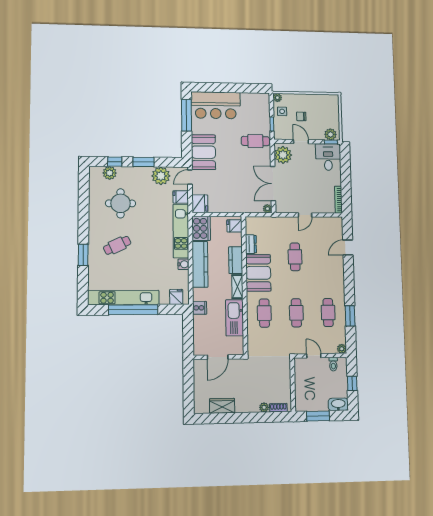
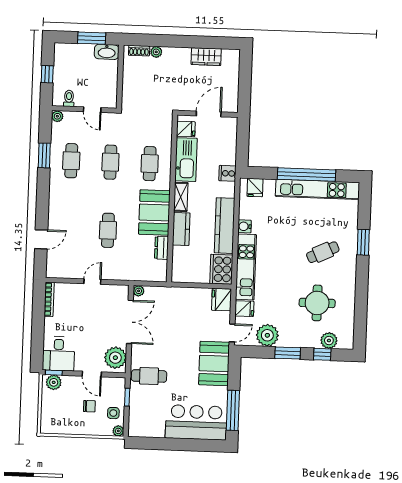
fridge: (234, 226) -> (186, 129), moved
washbasin: (338, 404) -> (107, 52), moved

